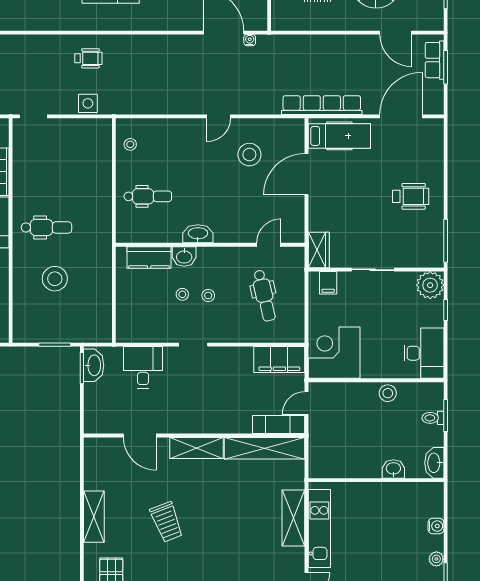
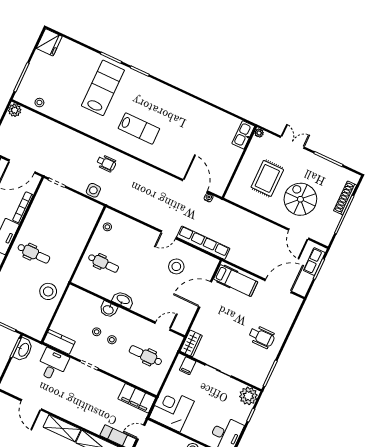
row of seats: (322, 105) -> (203, 243), moved
kitchen counter: (149, 257) -> (59, 342), moved, turned 180
stool: (55, 279) -> (48, 291), moved
dental chair: (264, 296) -> (146, 356), turned 103

